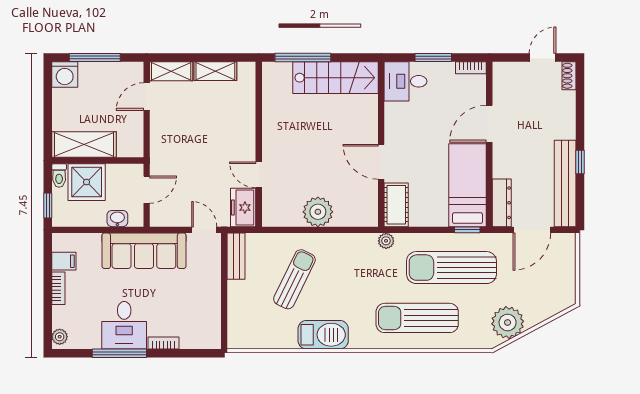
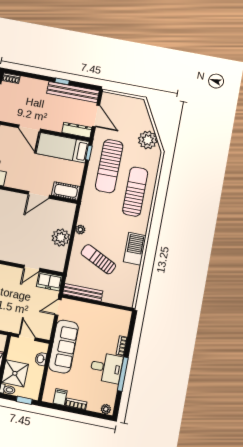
plant: (386, 241) -> (80, 230), moved
bench: (236, 256) -> (83, 292), width x1.36
sun lounger: (417, 318) -> (135, 192), turned 180

